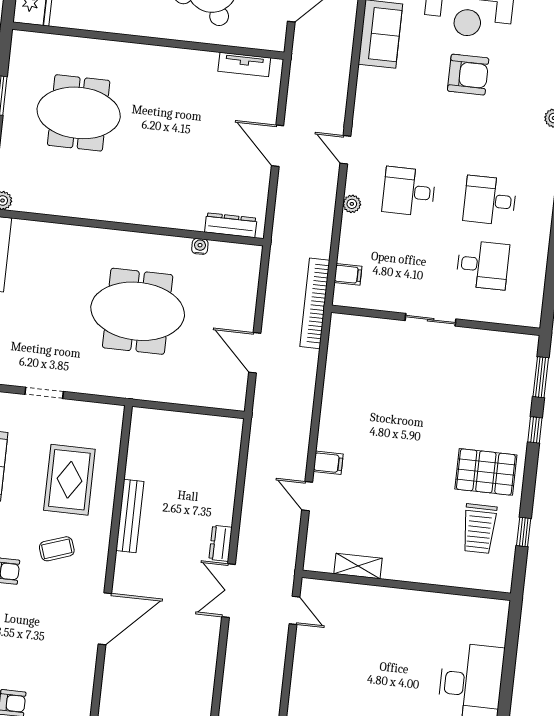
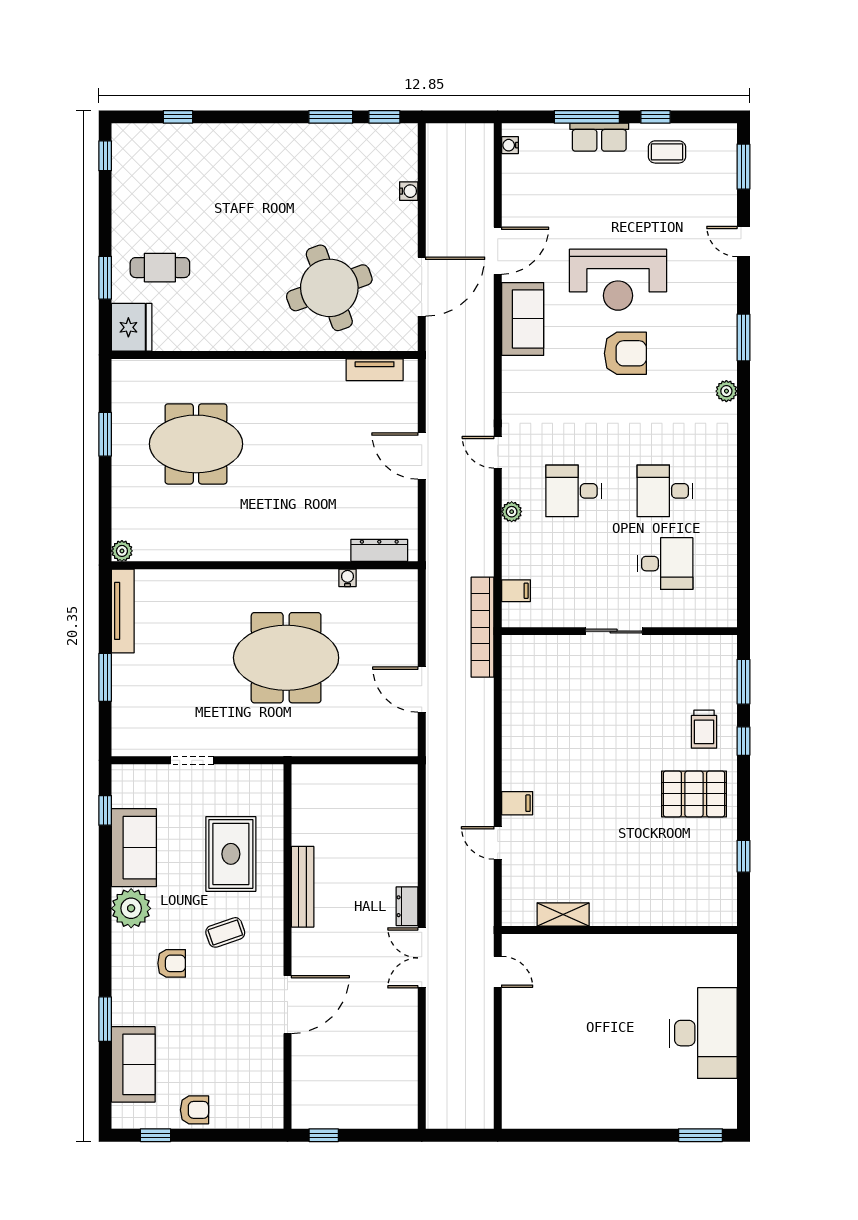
trolley: (479, 529) -> (704, 729), moved, width x0.73, depth x0.72

